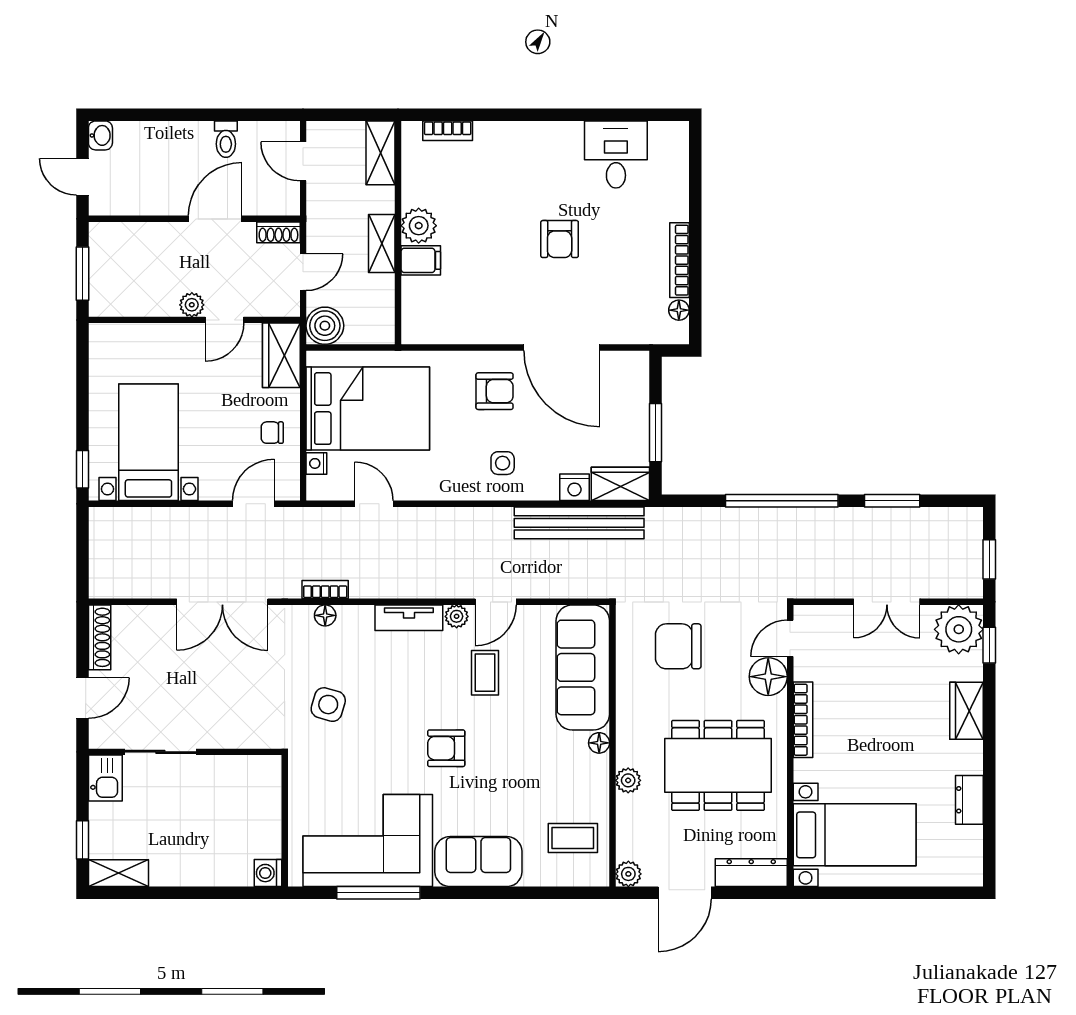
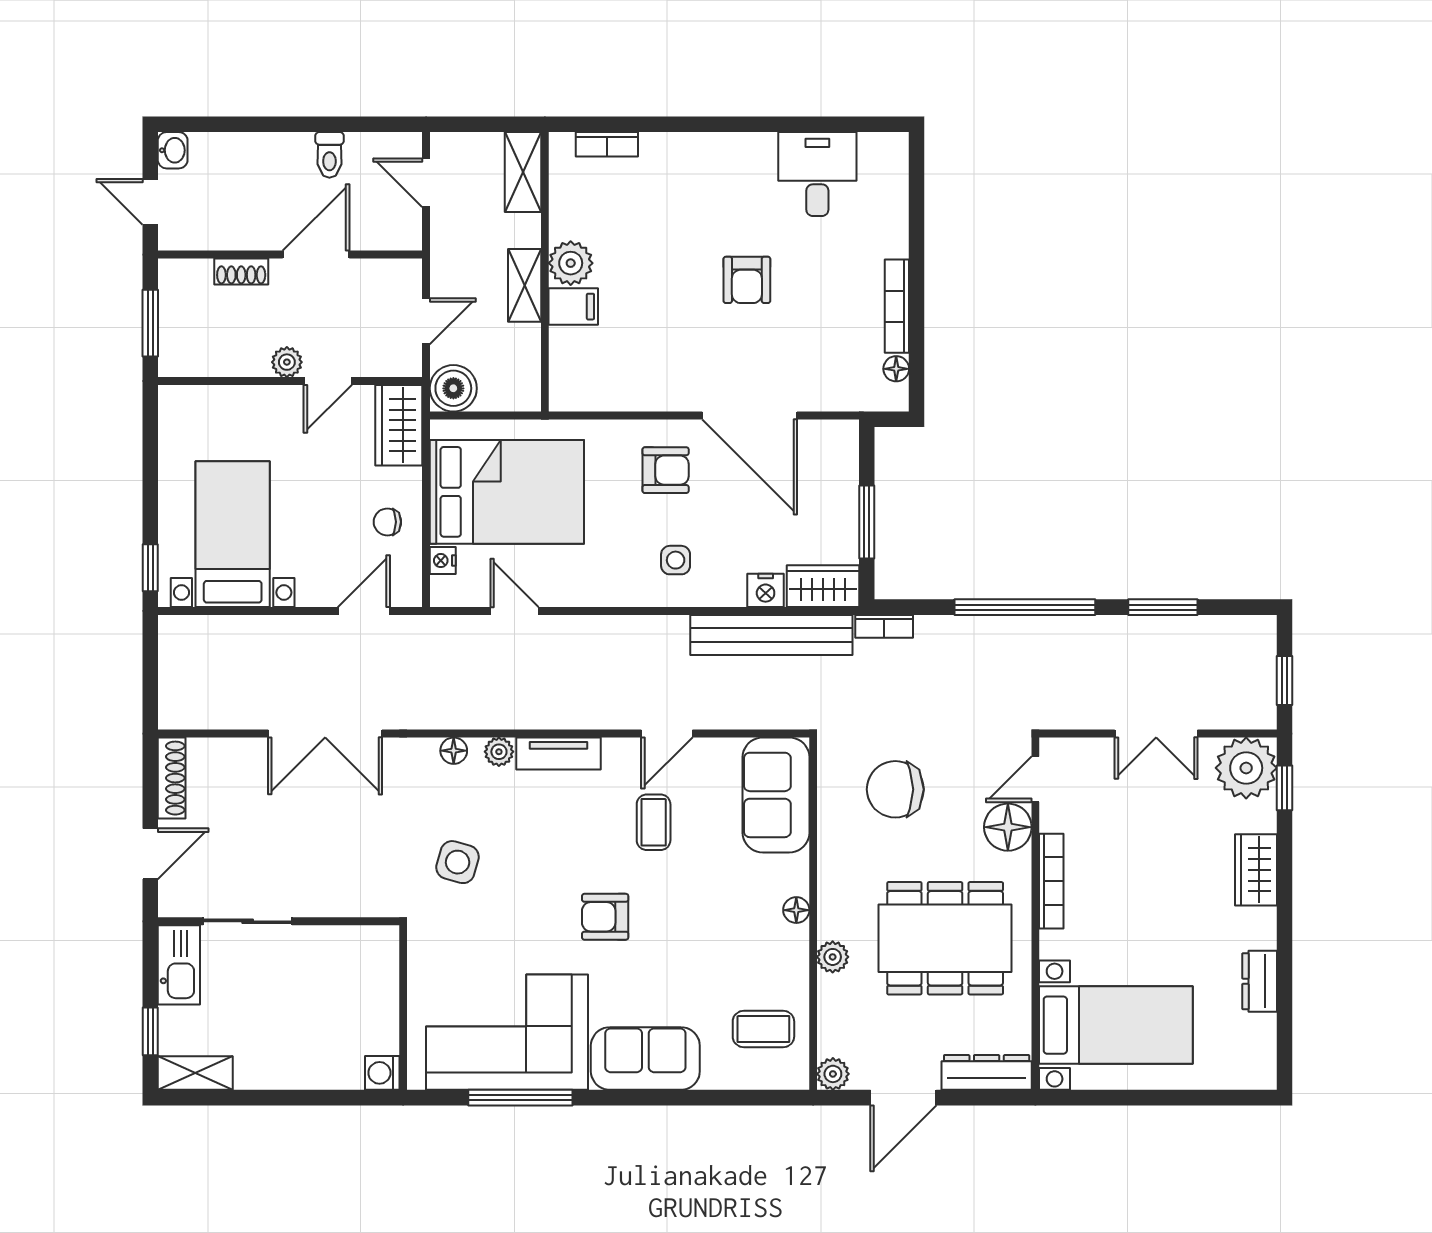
shoe rack: (278, 232) -> (241, 271), moved
bookcase: (325, 589) -> (884, 626), moved, turned 180
plant: (457, 616) -> (499, 752), moved
sofa: (583, 667) -> (776, 795), width x0.73
kitchen sink: (105, 778) -> (179, 965), width x1.38

